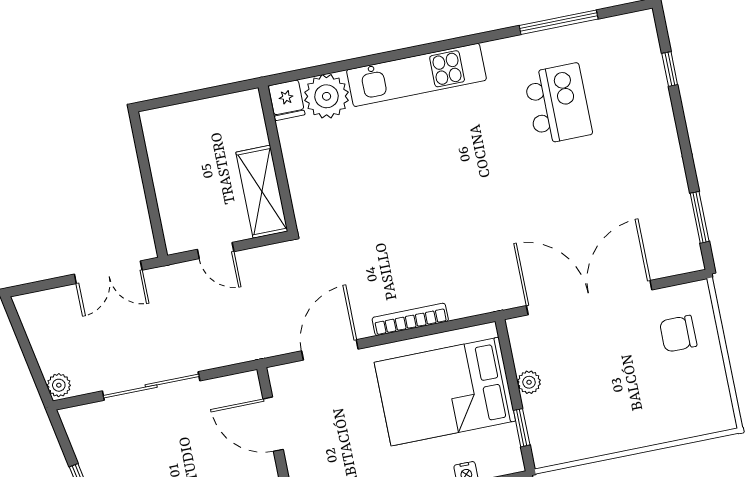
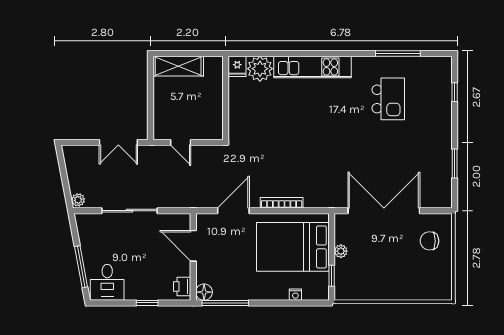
shelving: (262, 192) -> (178, 66), moved, turned 90
window: (700, 217) -> (455, 164), moved

